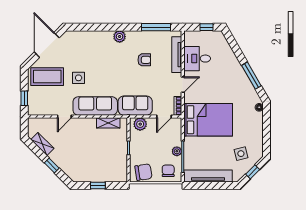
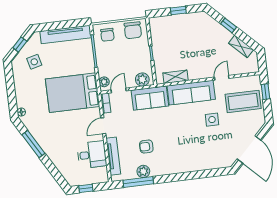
plant: (120, 37) -> (143, 171), moved
coffee table: (47, 77) -> (243, 101), moved
plant: (177, 151) -> (104, 82), moved
chair: (143, 172) -> (133, 30), turned -81

